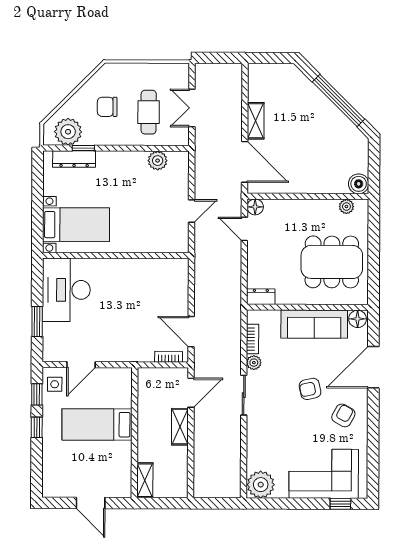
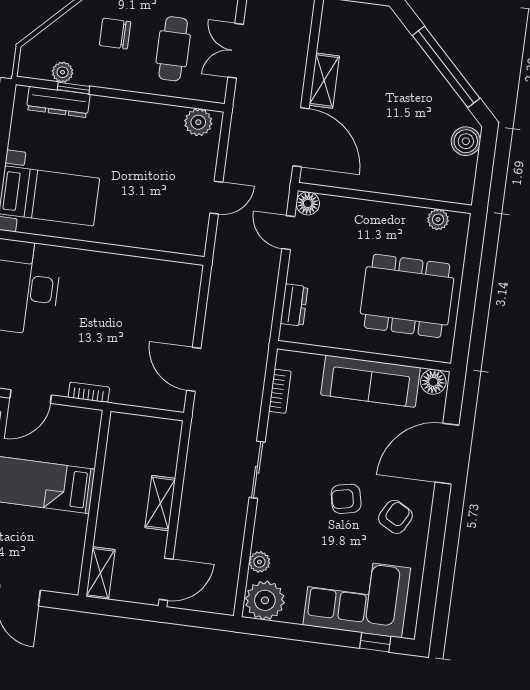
plant: (68, 132) -> (63, 72), width x0.53, depth x0.53
plant: (158, 161) -> (198, 122), moved
boiler: (359, 184) -> (466, 141), moved
dresser: (261, 297) -> (294, 305), moved, turned 90
bookcase: (169, 357) -> (89, 392), moved
plant: (254, 363) -> (259, 562), moved
armchair: (310, 389) -> (346, 499), moved
door: (191, 393) -> (166, 579), moved

